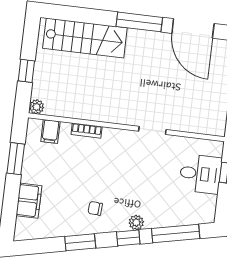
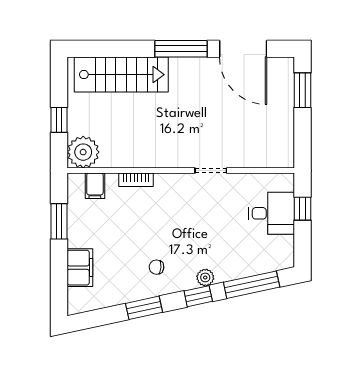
plant: (37, 107) -> (83, 152), width x1.87, depth x1.87

